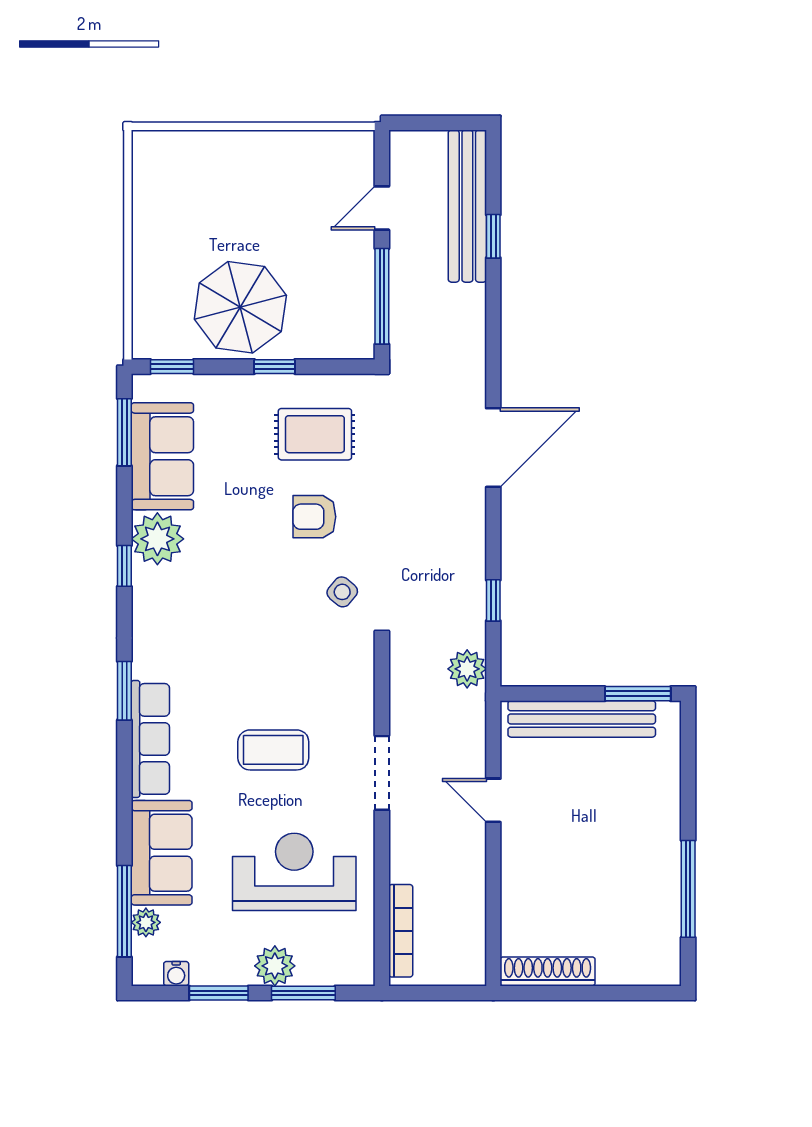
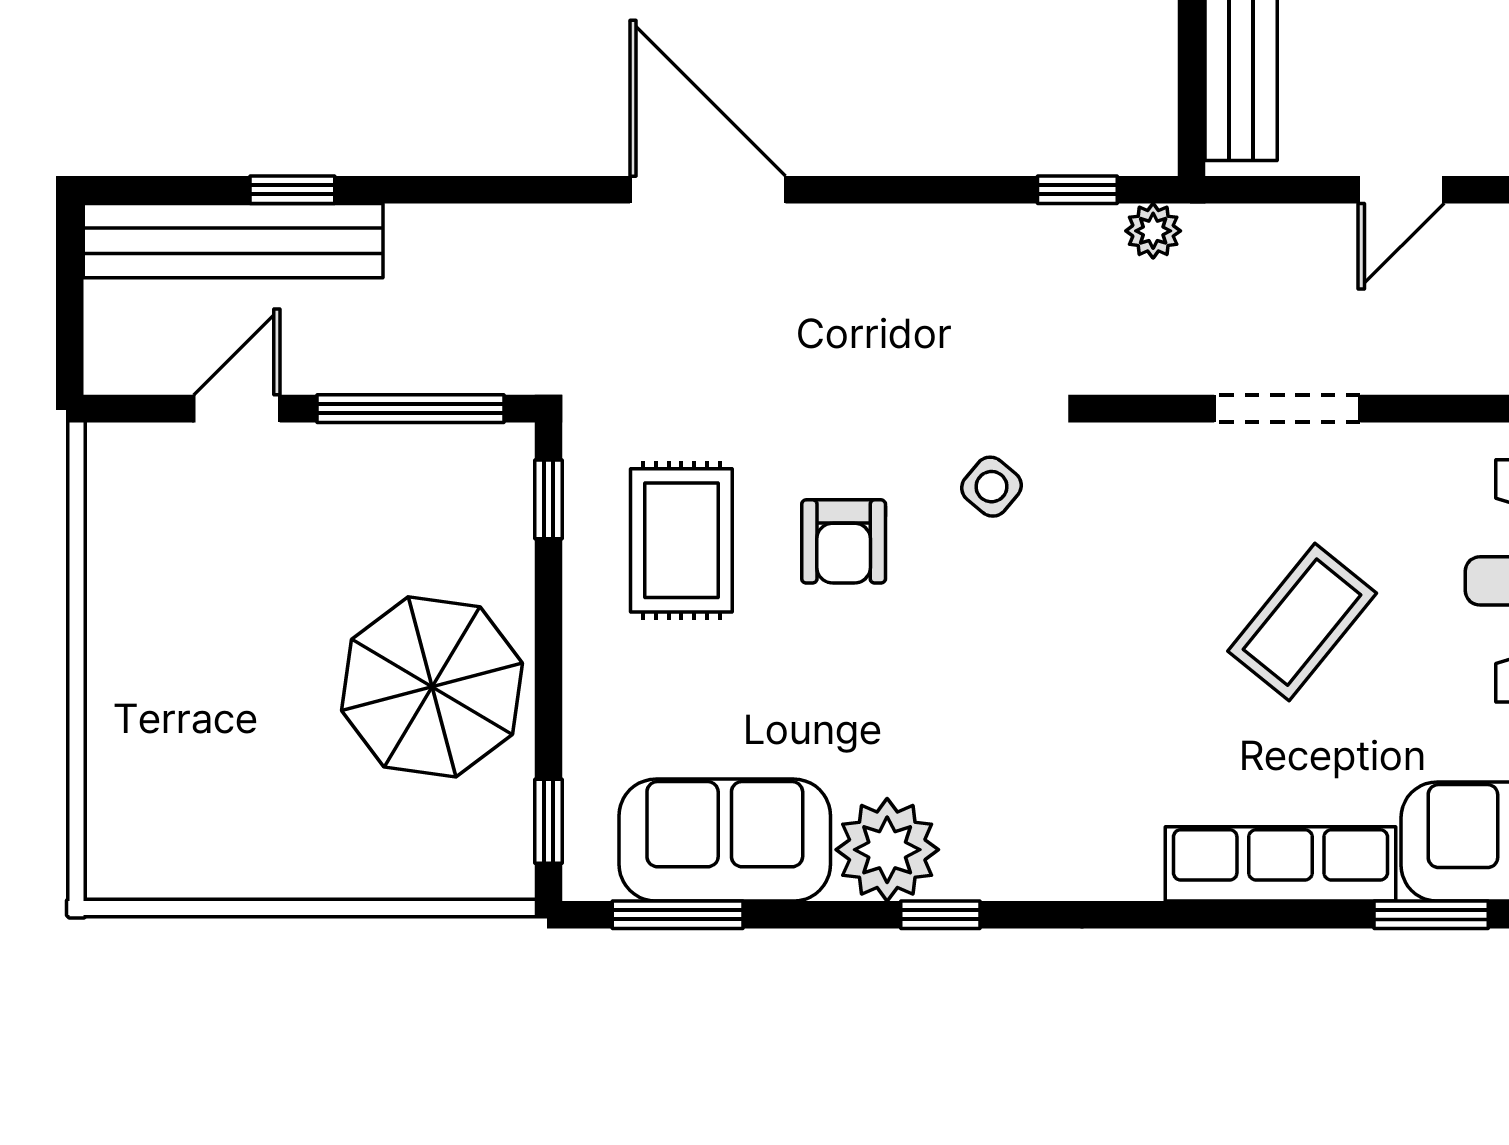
door: (382, 208) -> (237, 409), swing flipped
window: (275, 367) -> (549, 499), moved
window: (493, 600) -> (1077, 190), moved
plant: (467, 669) -> (1153, 231), width x0.73, depth x0.73
window: (124, 691) -> (1431, 915), moved
coffee table: (273, 750) -> (1302, 622), turned 39
doorway: (382, 773) -> (1287, 409), moved

